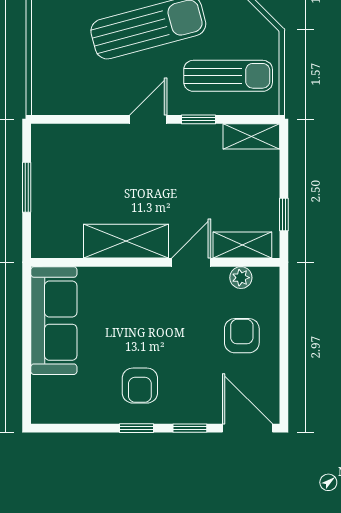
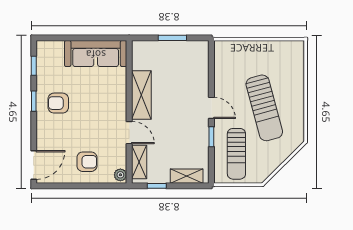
shelving: (251, 136) -> (187, 176), moved, turned 90
plant: (241, 278) -> (120, 175), moved
window: (190, 428) -> (34, 66), moved

